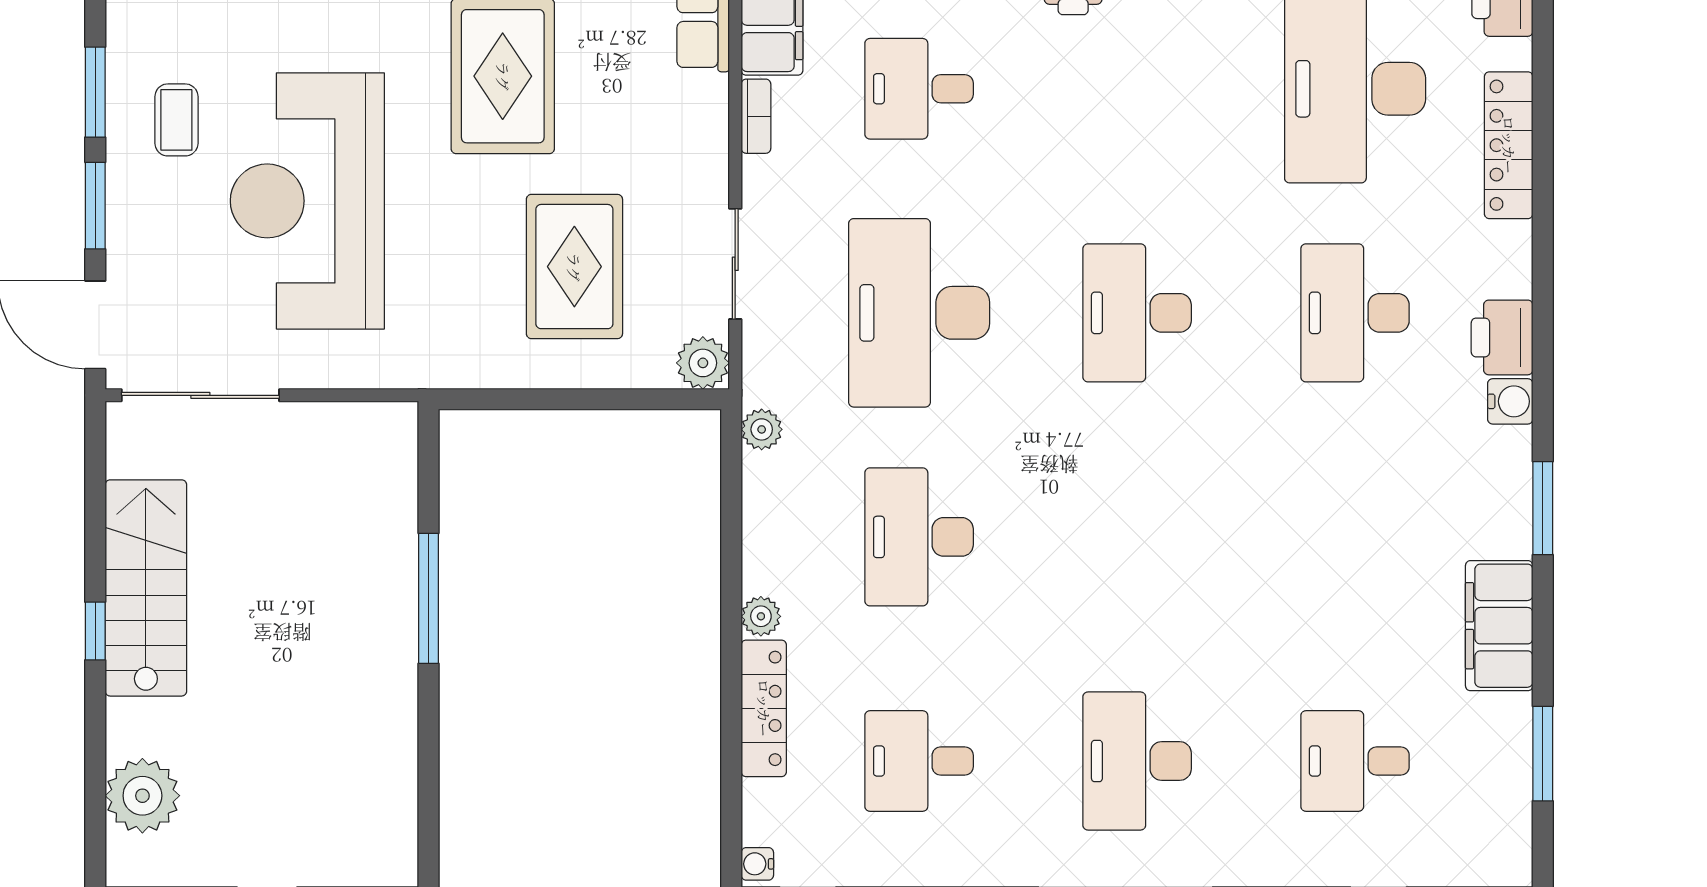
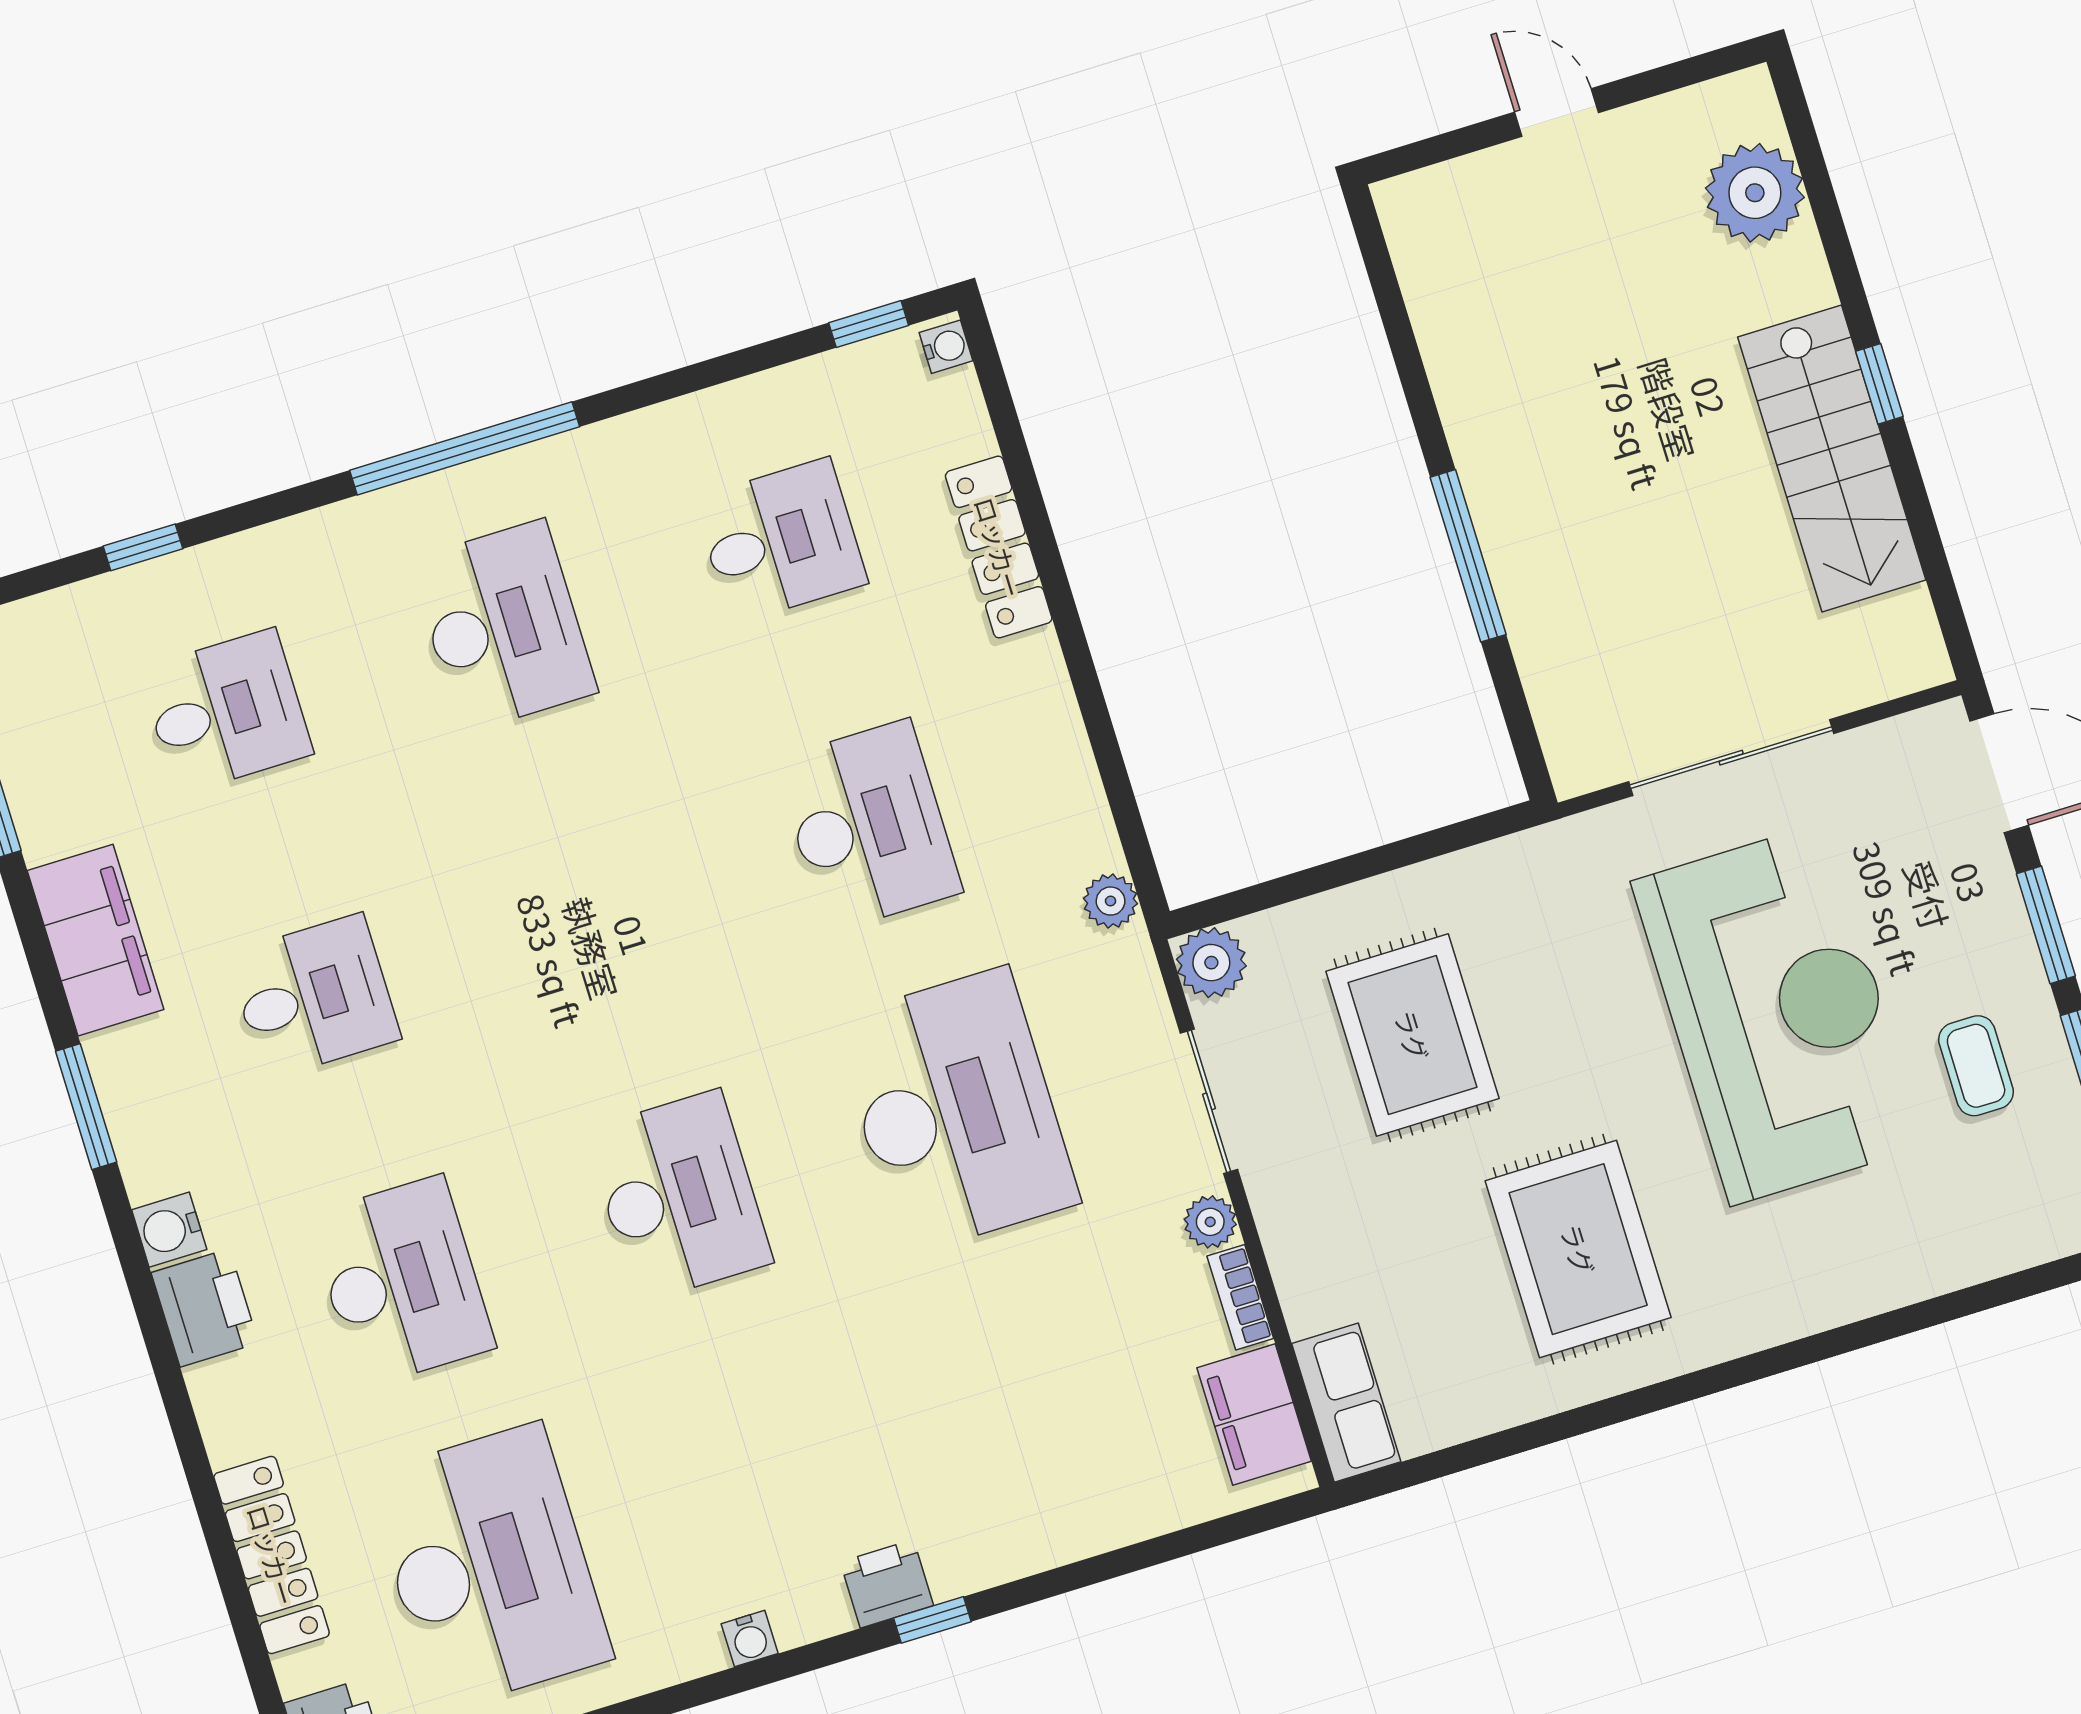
desk: (919, 89) -> (314, 997), moved
sliding door: (200, 395) -> (1731, 758), moved
plant: (761, 616) -> (1210, 1222), moved

